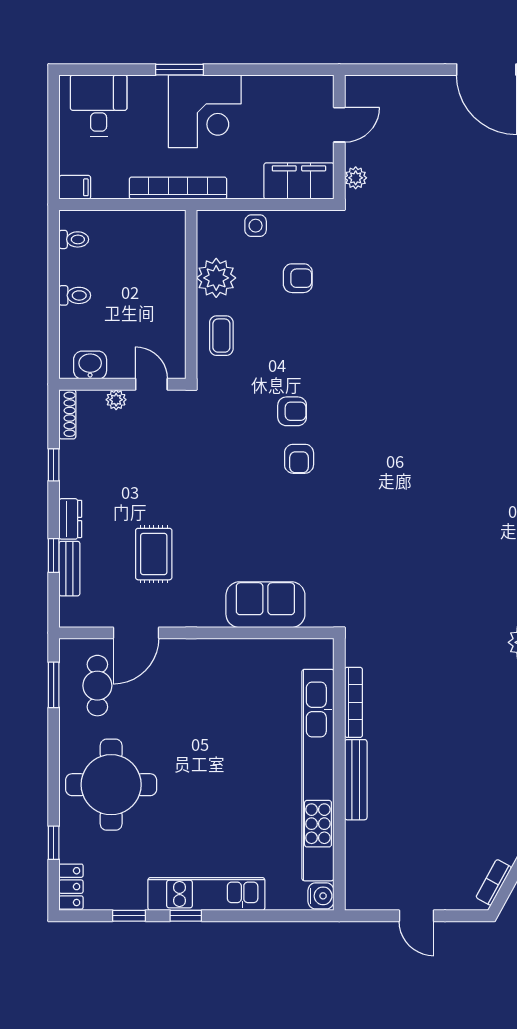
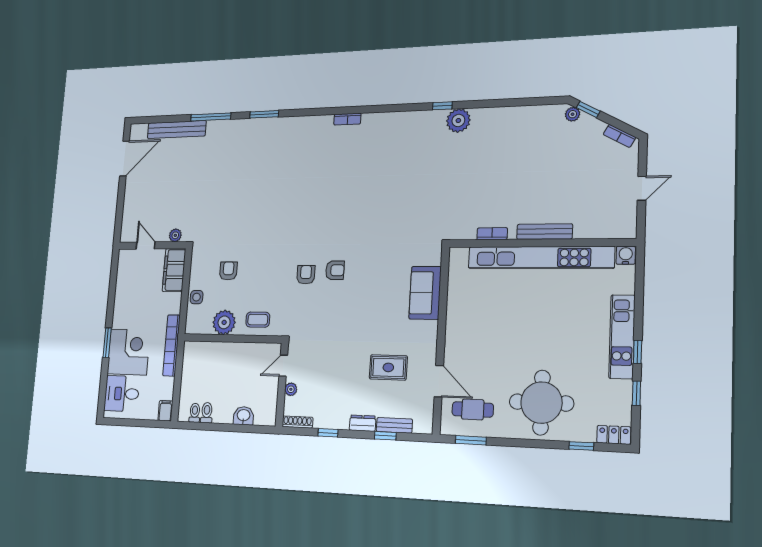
corner desk: (205, 111) -> (129, 352), moved
toilet: (75, 295) -> (207, 413), moved
washbasin: (90, 365) -> (243, 416), moved, turned 90
bookcase: (354, 702) -> (492, 234), width x0.64

